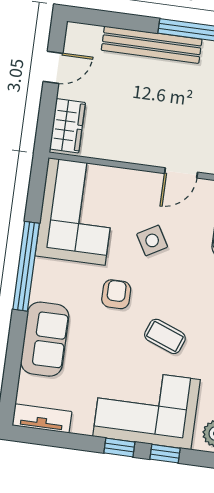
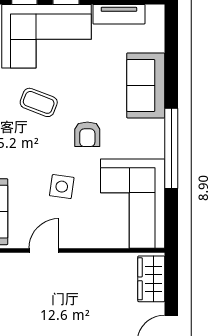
side table: (152, 240) -> (62, 187), turned 38
tv unit: (42, 419) -> (119, 14), moved

